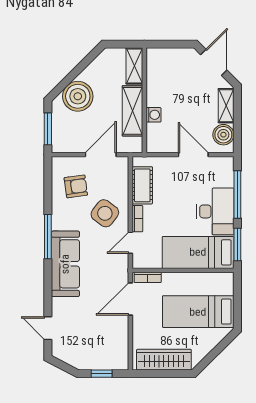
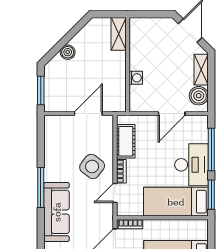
boiler: (78, 96) -> (68, 52), width x0.54, depth x0.54
shelving: (133, 111) -> (117, 74), removed
door: (193, 155) -> (172, 114), swing flipped
armchair: (76, 186) -> (66, 142), removed

